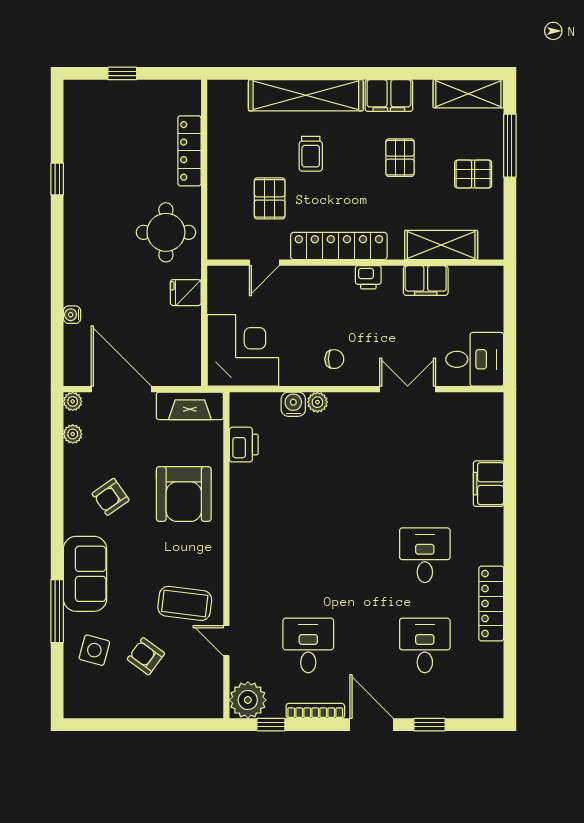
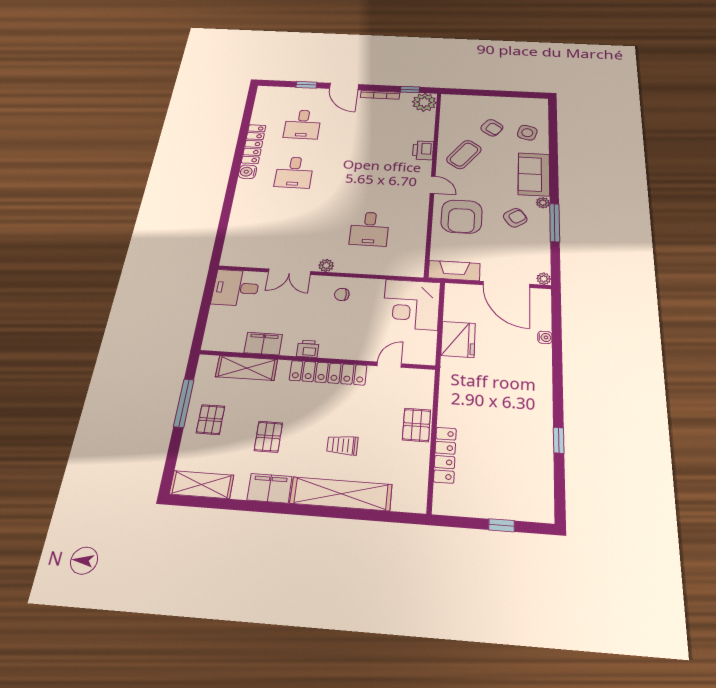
window: (510, 146) -> (184, 403), moved
trolley: (311, 154) -> (342, 445), turned -90
pallet: (473, 174) -> (210, 420), turned 90
pallet: (270, 198) -> (416, 425), moved
round table: (166, 232) -> (468, 392), removed
fridge: (186, 293) -> (458, 339), width x1.88, depth x1.34
plant: (317, 402) -> (326, 265), moved
water cooler: (293, 404) -> (248, 172), moved, turned 90
plant: (73, 434) -> (543, 203), moved
printer: (244, 445) -> (423, 150), moved
filing cabinet: (488, 484) -> (242, 211), removed
armchair: (184, 494) -> (462, 217), turned 180
coffee table: (185, 603) -> (464, 155), turned -61
window: (57, 611) -> (555, 223), moved
door: (226, 641) -> (433, 185), moved
desk: (308, 645) -> (369, 229), moved

